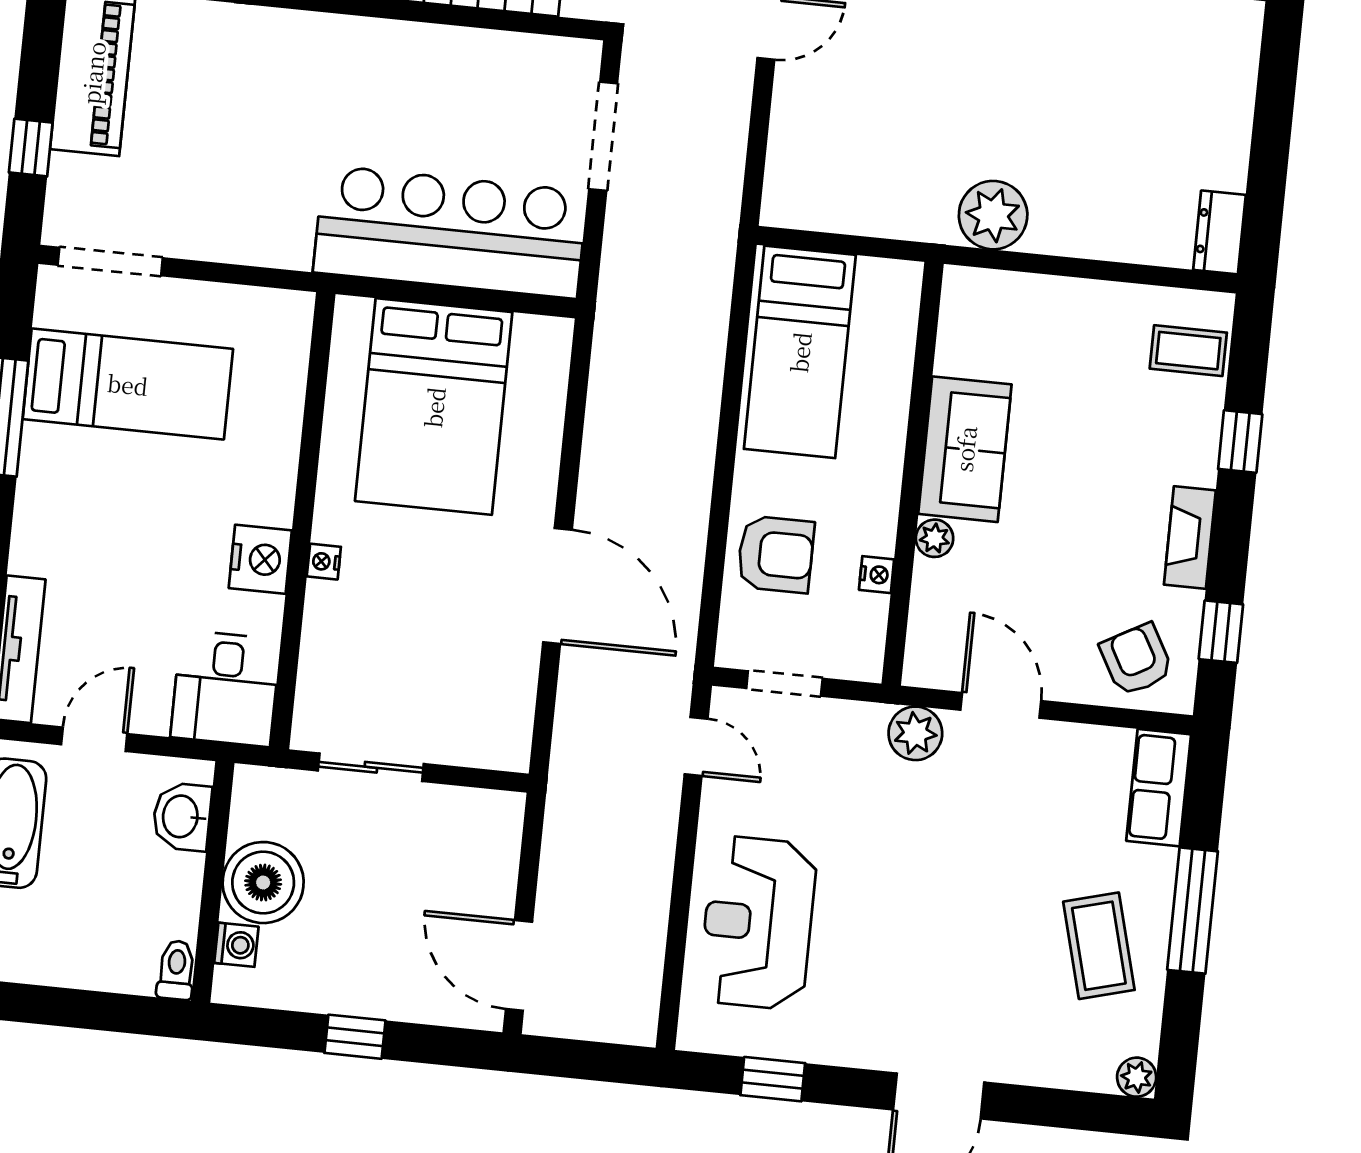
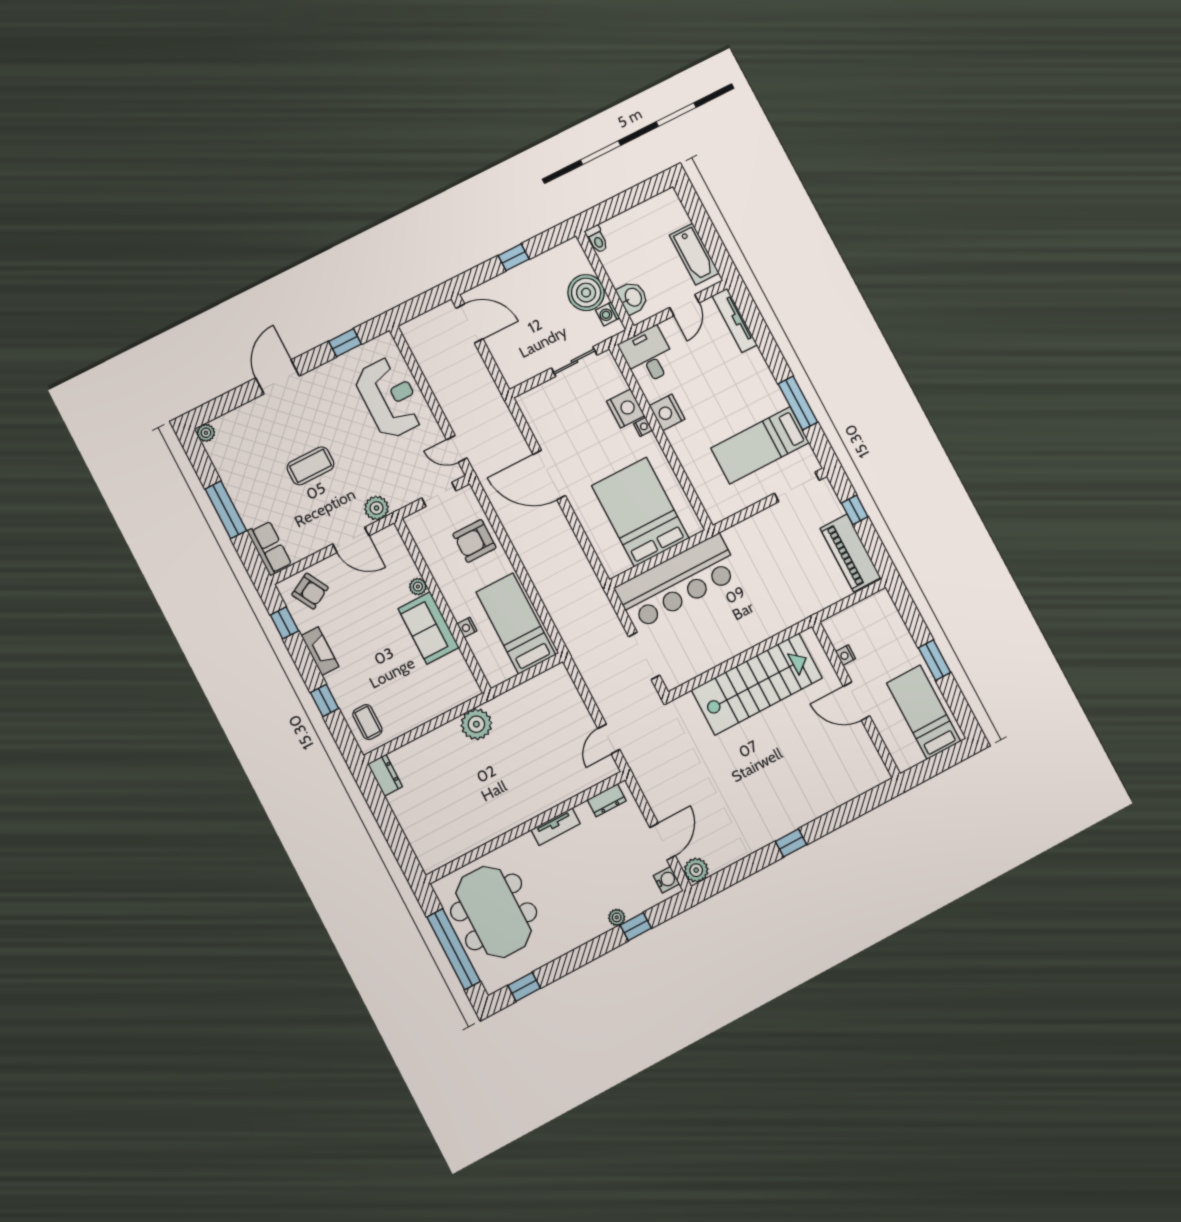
coffee table: (1188, 351) -> (367, 722), turned 90
nightstand: (877, 575) -> (467, 627), moved
nightstand: (333, 617) -> (626, 408), added
washing machine: (236, 945) -> (608, 314), moved
coffee table: (1099, 946) -> (311, 466), moved, turned -75

